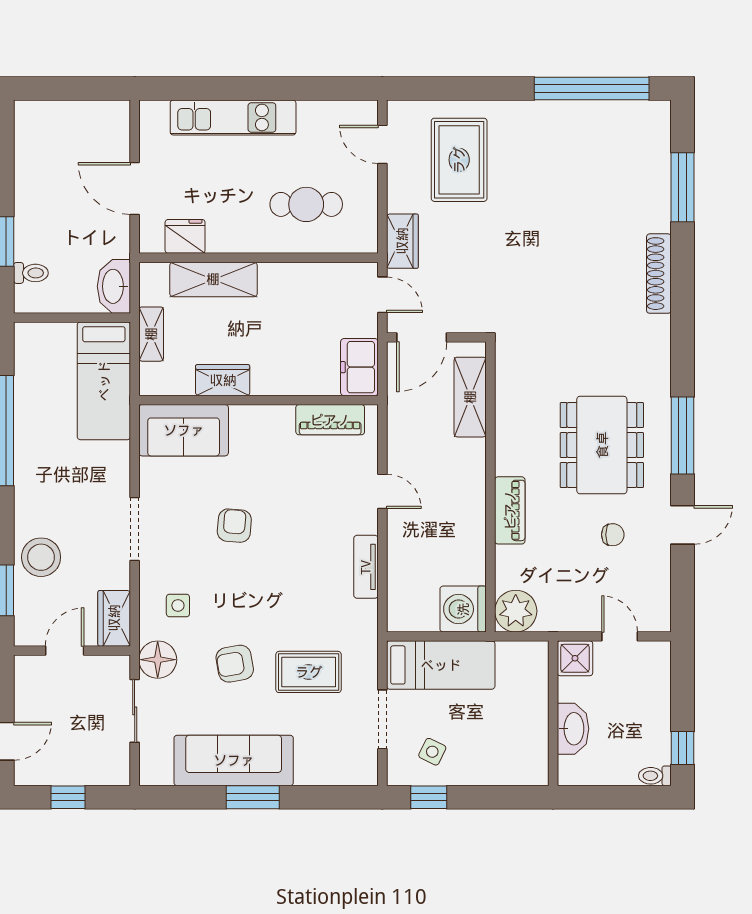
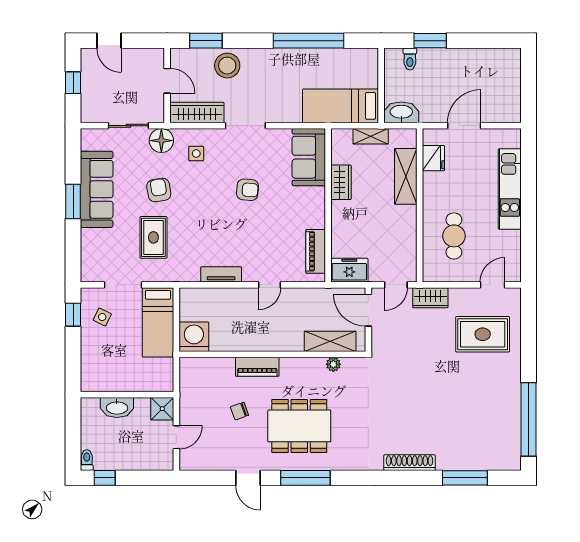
chair: (613, 535) -> (240, 411), moved, turned 70
plant: (516, 611) -> (333, 364), moved, width x0.53, depth x0.53
wardrobe: (114, 618) -> (197, 113), width x1.50

